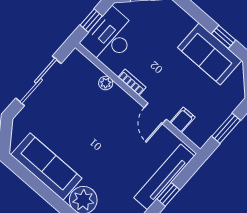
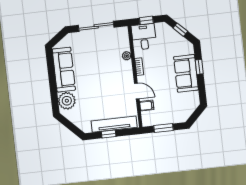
desk: (110, 37) -> (144, 37), width x0.73
window: (223, 37) -> (199, 67), moved
sofa: (210, 54) -> (186, 73), moved
door: (155, 114) -> (137, 91), swing flipped

